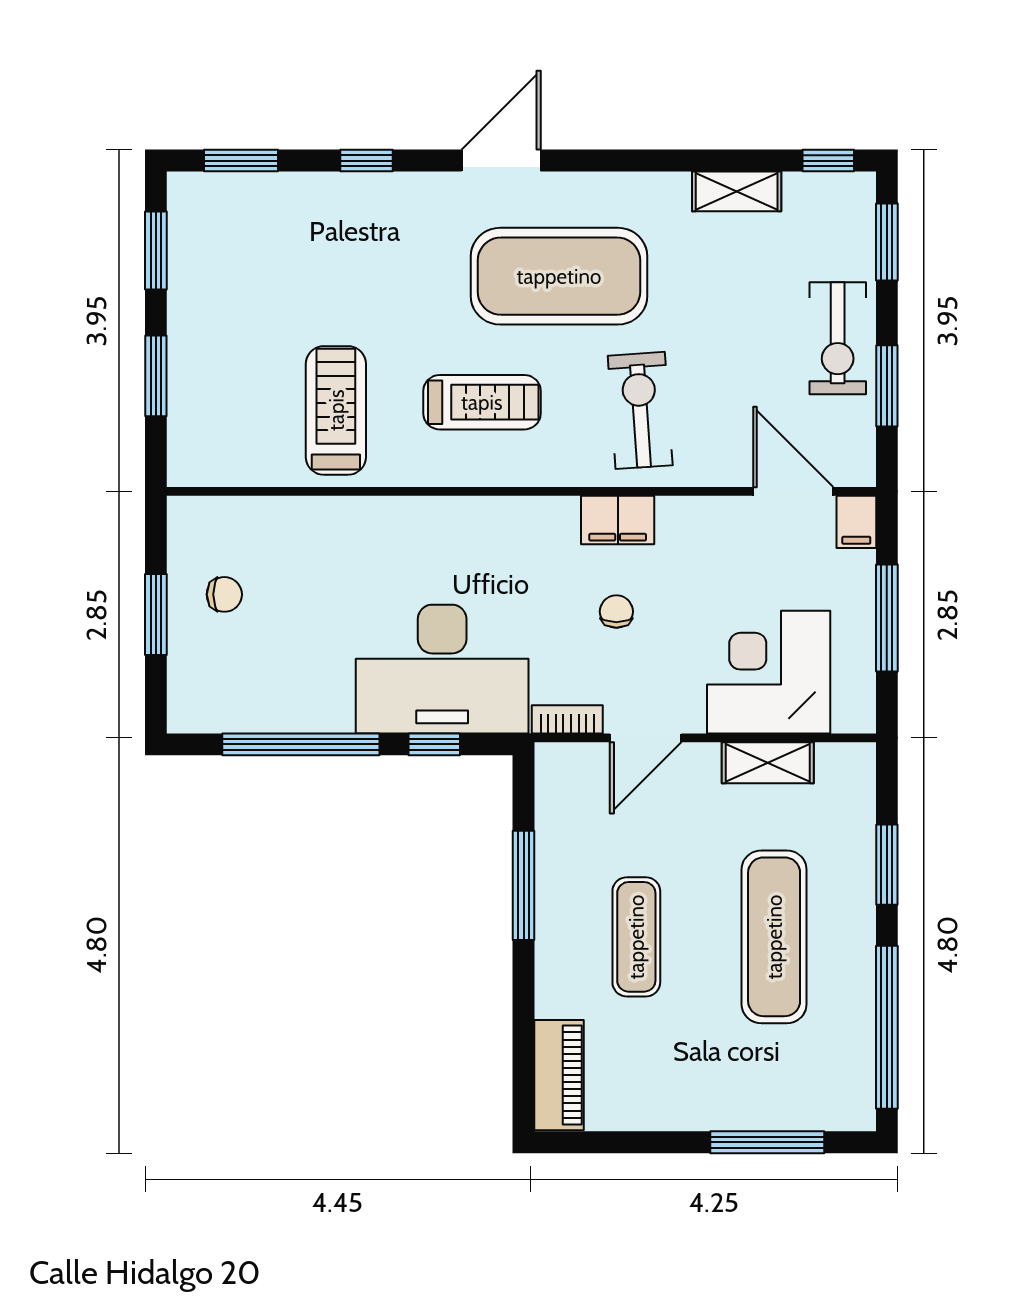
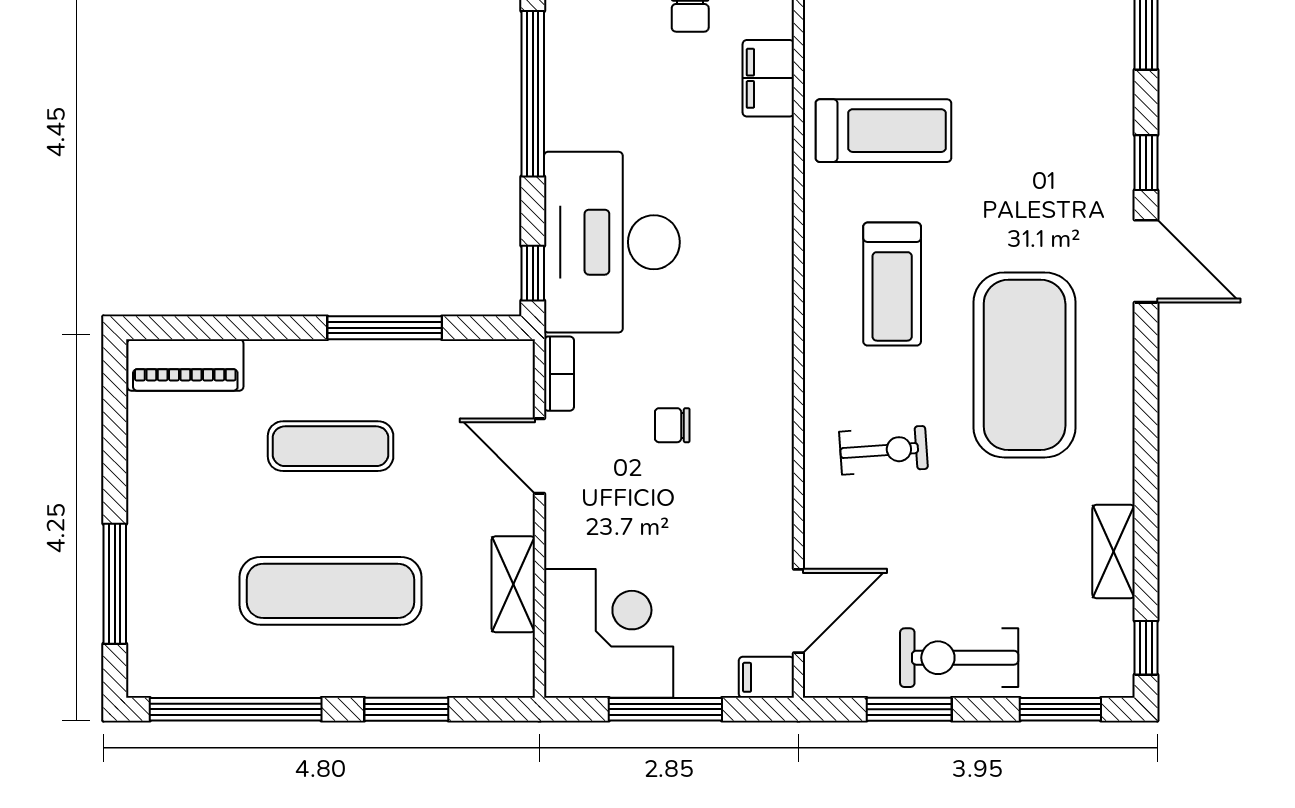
door: (501, 161) -> (1146, 261), moved
exercise bike: (640, 410) -> (884, 450), width x0.73, depth x0.72
filing cabinet: (618, 520) -> (768, 78), moved
chair: (616, 612) -> (672, 425), turned 180
corner desk: (769, 672) -> (609, 633), moved
window: (434, 744) -> (533, 273), moved

